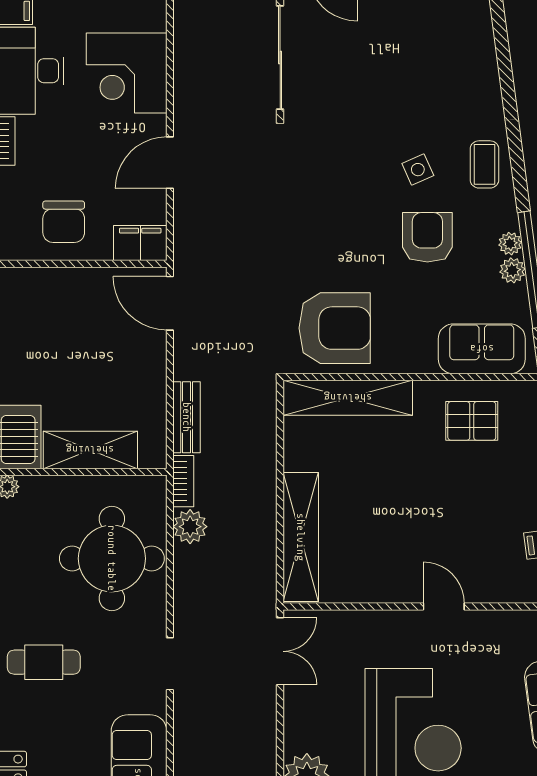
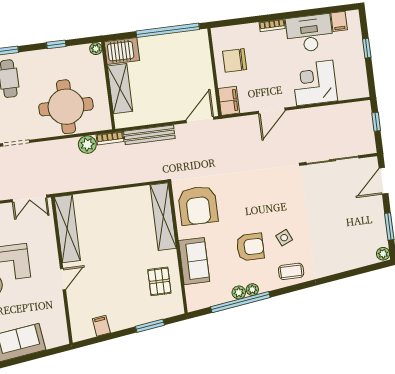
door: (170, 163) -> (272, 111), swing flipped
sofa: (482, 349) -> (194, 261), moved
bench: (187, 417) -> (149, 135), width x1.36
shelving: (301, 537) -> (67, 229), moved, turned 90

